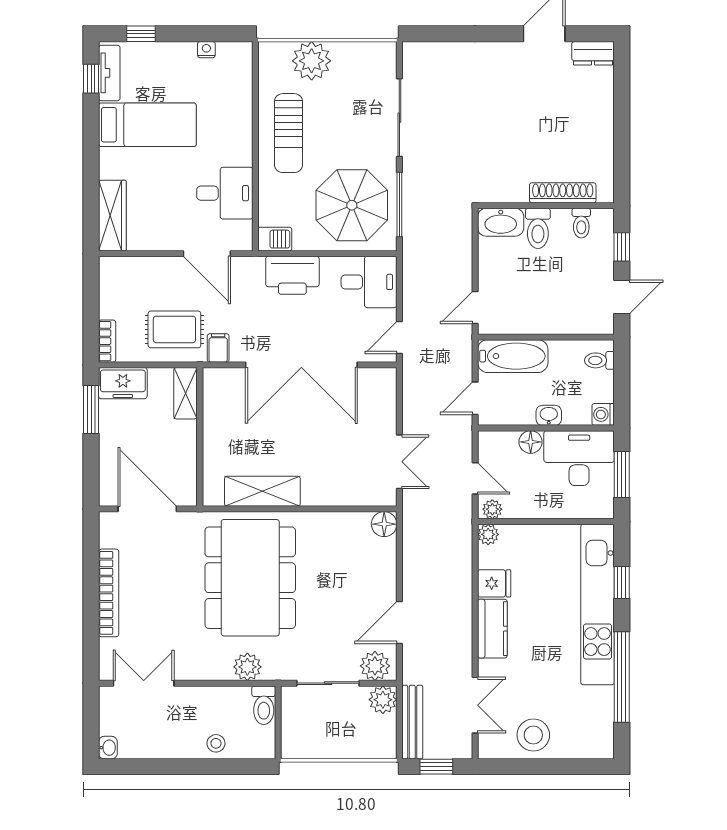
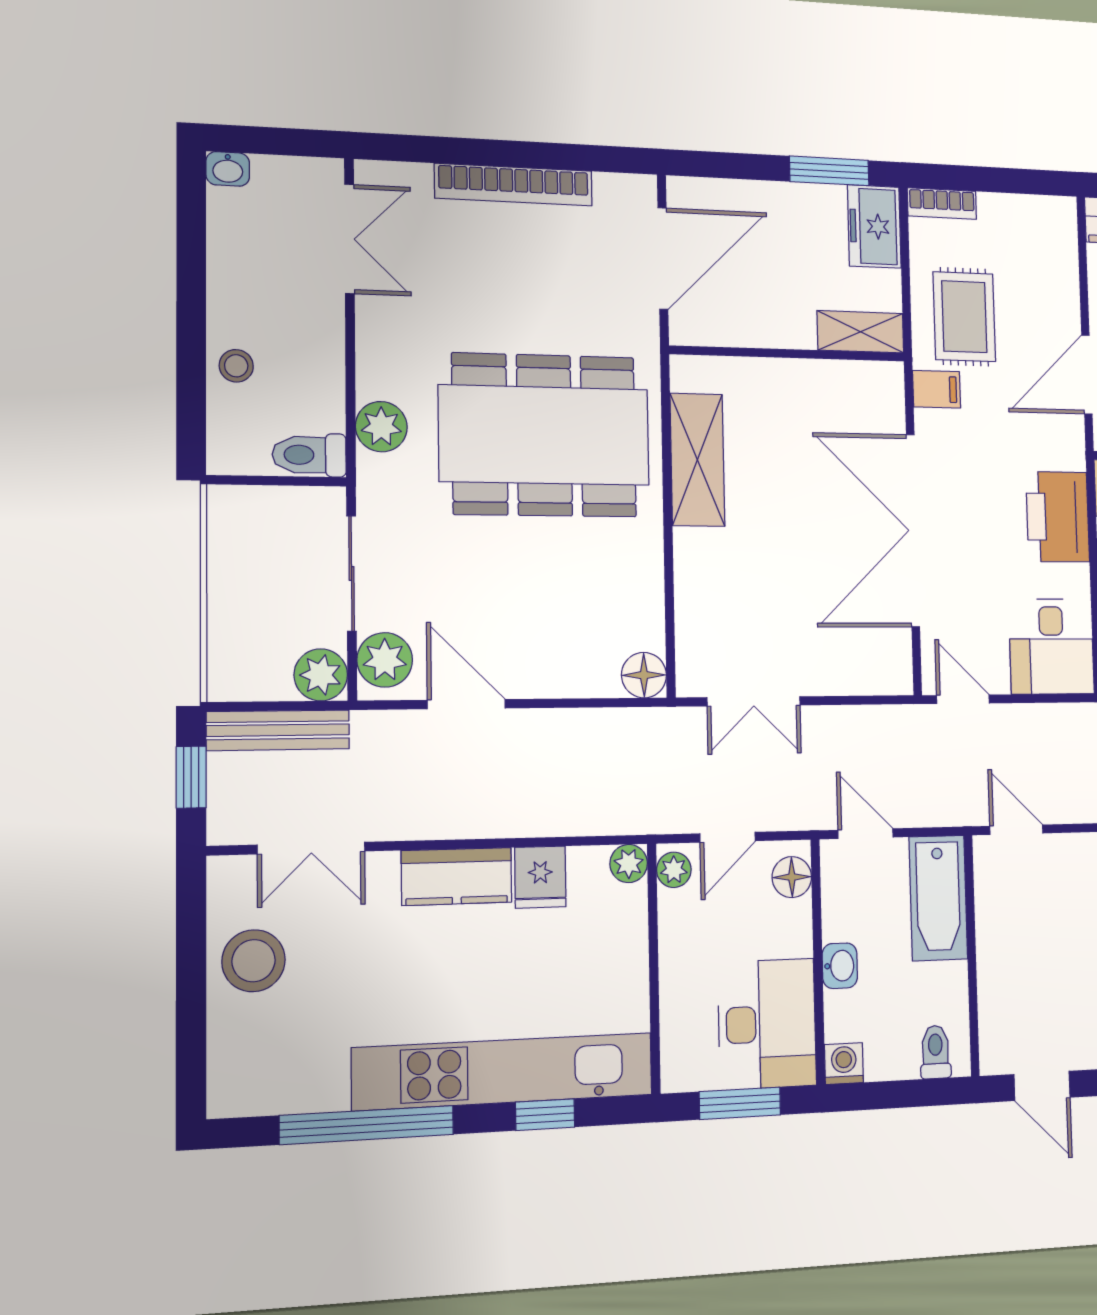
floor lamp: (531, 442) -> (792, 877), moved

